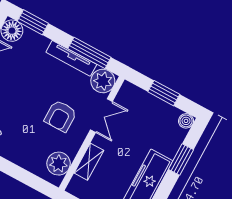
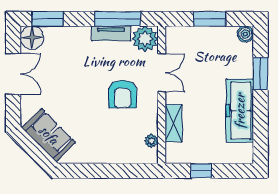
tv unit: (71, 58) -> (111, 33), width x0.71
plant: (59, 164) -> (151, 141), width x0.53, depth x0.53

